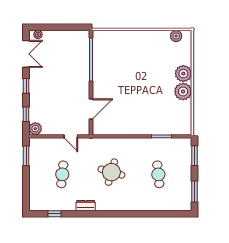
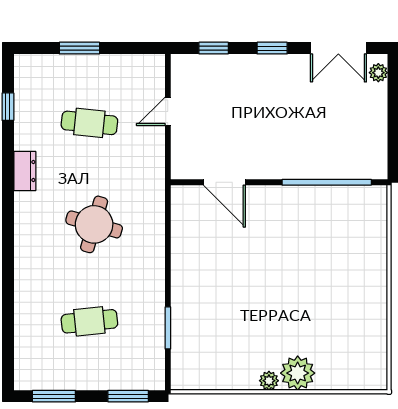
plant: (176, 36) -> (375, 358), removed
plant: (183, 92) -> (269, 381), width x0.53, depth x0.53
plant: (35, 129) -> (184, 67), removed
door: (71, 136) -> (168, 111), moved
window: (26, 156) -> (79, 48), moved

